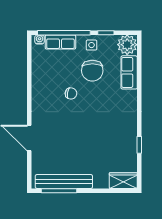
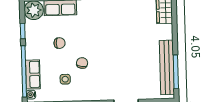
side table: (92, 45) -> (65, 79), moved
chair: (92, 71) -> (60, 43), width x0.54, depth x0.54

